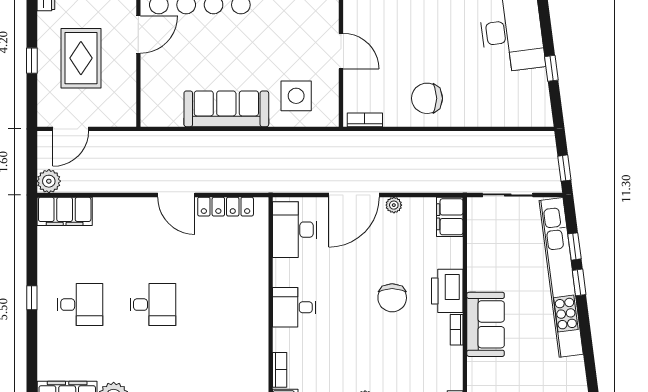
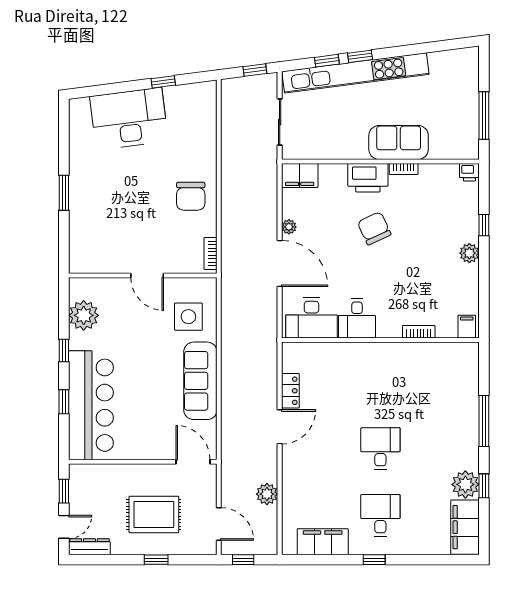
door: (138, 35) -> (193, 462), moved
door: (341, 51) -> (147, 275), swing flipped
window: (32, 155) -> (243, 560), added
plant: (49, 181) -> (267, 494), moved
locker: (226, 207) -> (290, 391), width x0.66
filing cabinet: (65, 211) -> (323, 542), moved, turned -90
chair: (392, 298) -> (374, 228), turned -115
desk: (294, 307) -> (357, 318), moved
bookcase: (280, 370) -> (419, 332), moved

